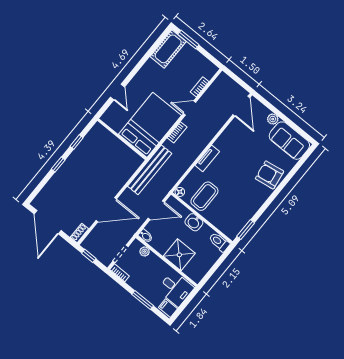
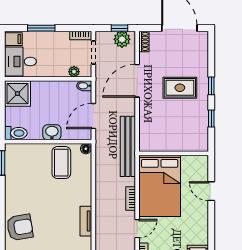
tv unit: (207, 158) -> (86, 221), moved
rug: (81, 181) -> (180, 88), added
plant: (93, 247) -> (122, 39), added
shower: (179, 255) -> (17, 94), moved

